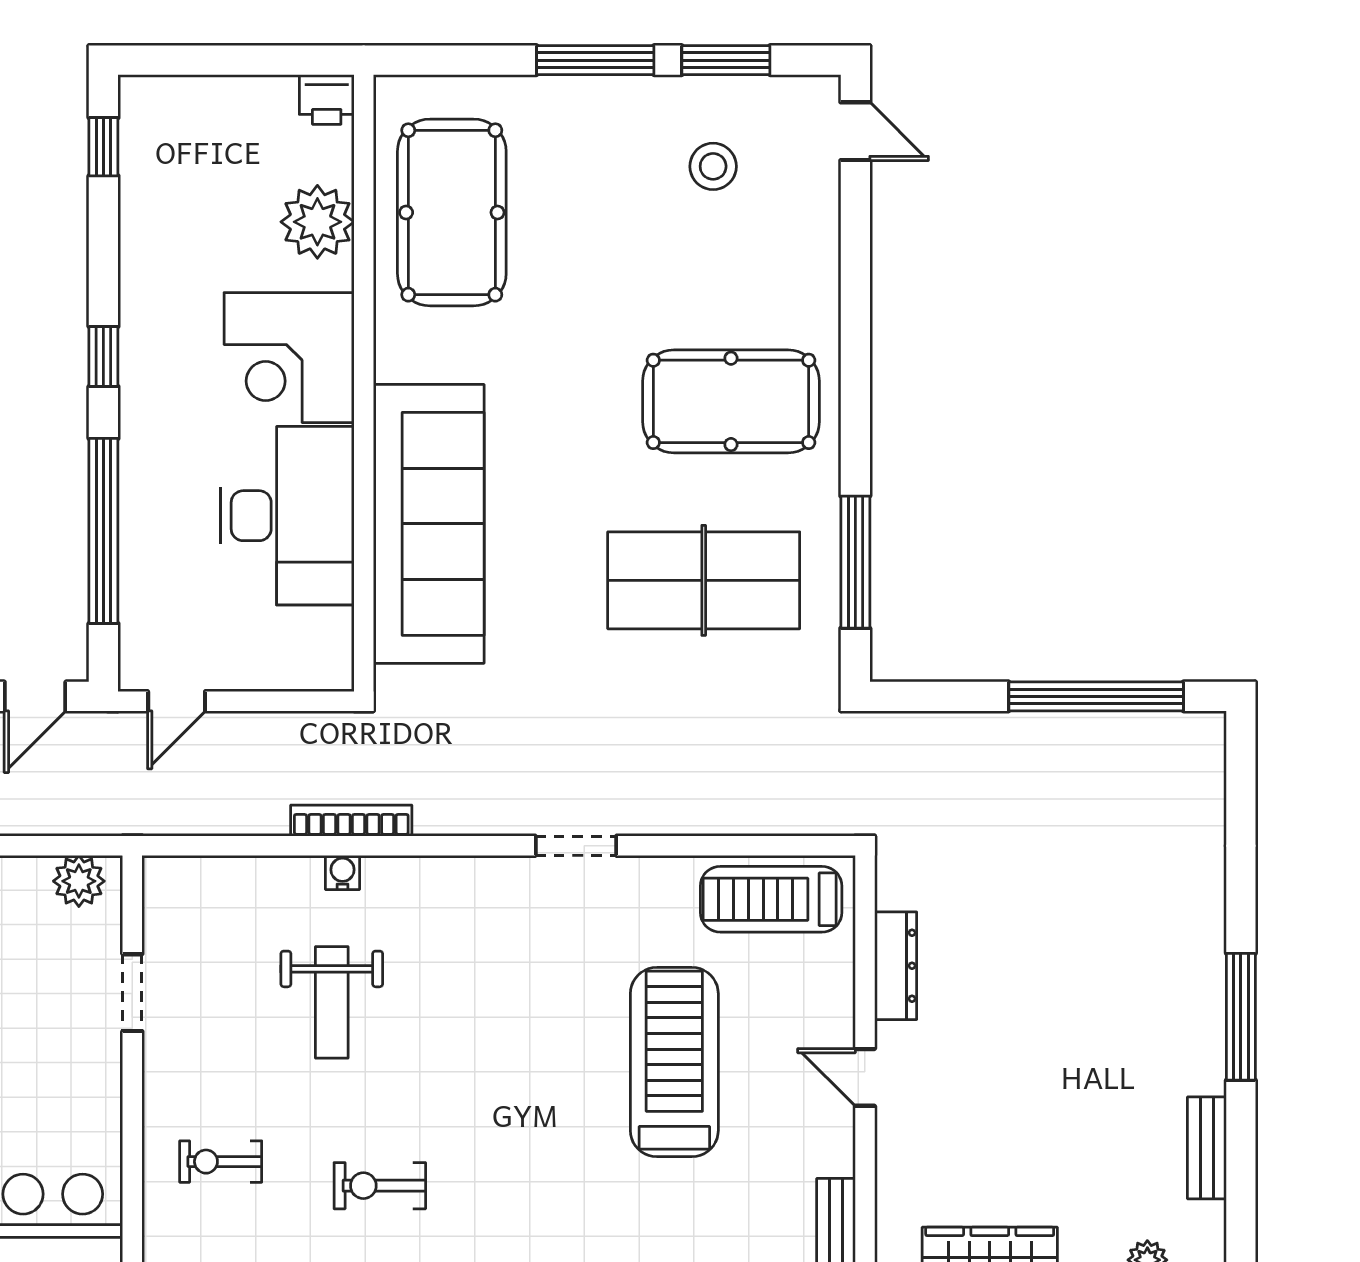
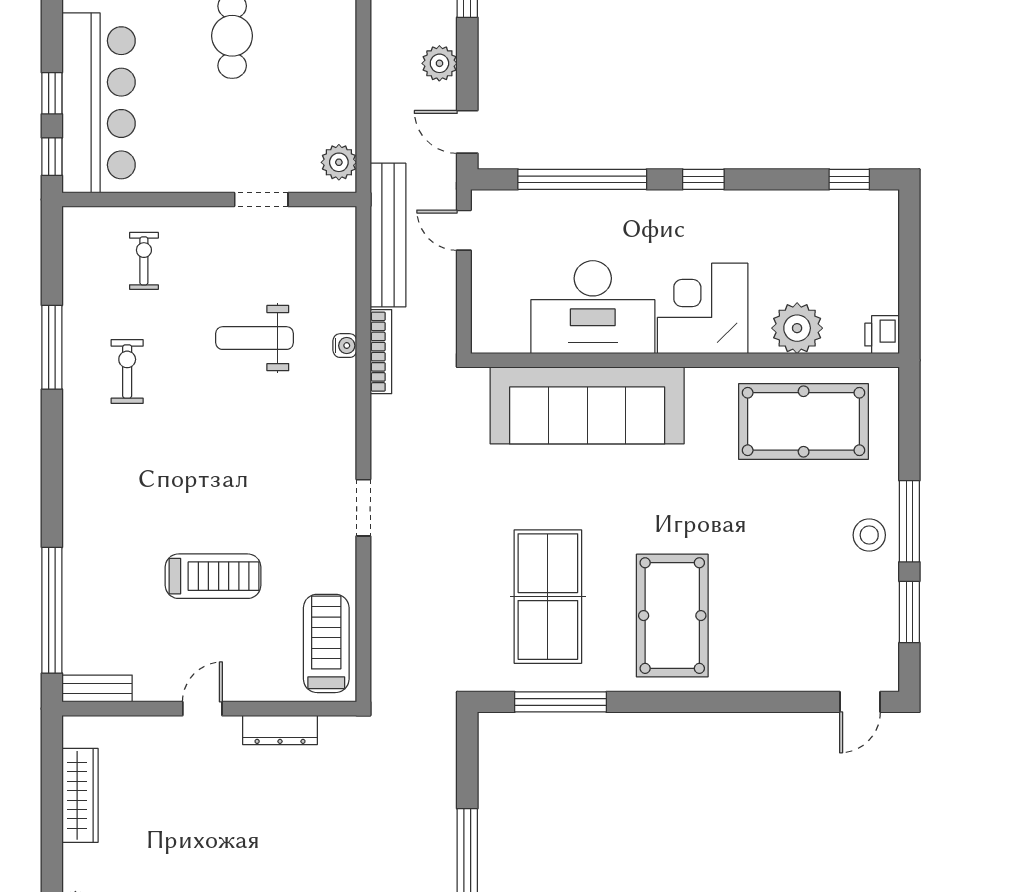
stool: (713, 166) -> (869, 535), moved
bench: (184, 810) -> (388, 235), added
treadmill: (674, 1062) -> (213, 576), width x0.73, depth x0.73

